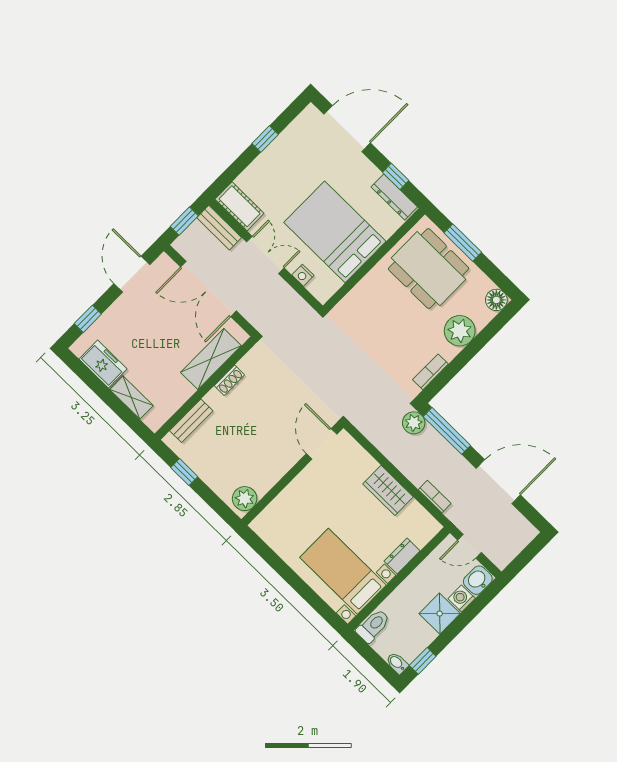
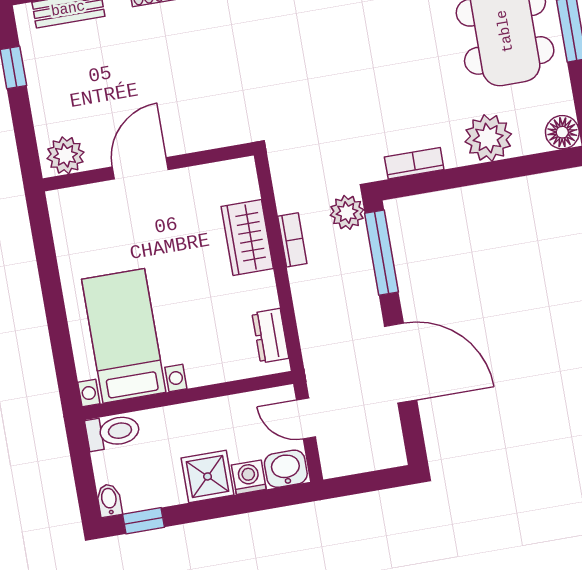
door: (322, 444) -> (140, 168), moved
wardrobe: (388, 490) -> (247, 237), moved
bookcase: (435, 497) -> (292, 240), moved
dresser: (402, 556) -> (270, 336), moved, turned -90

